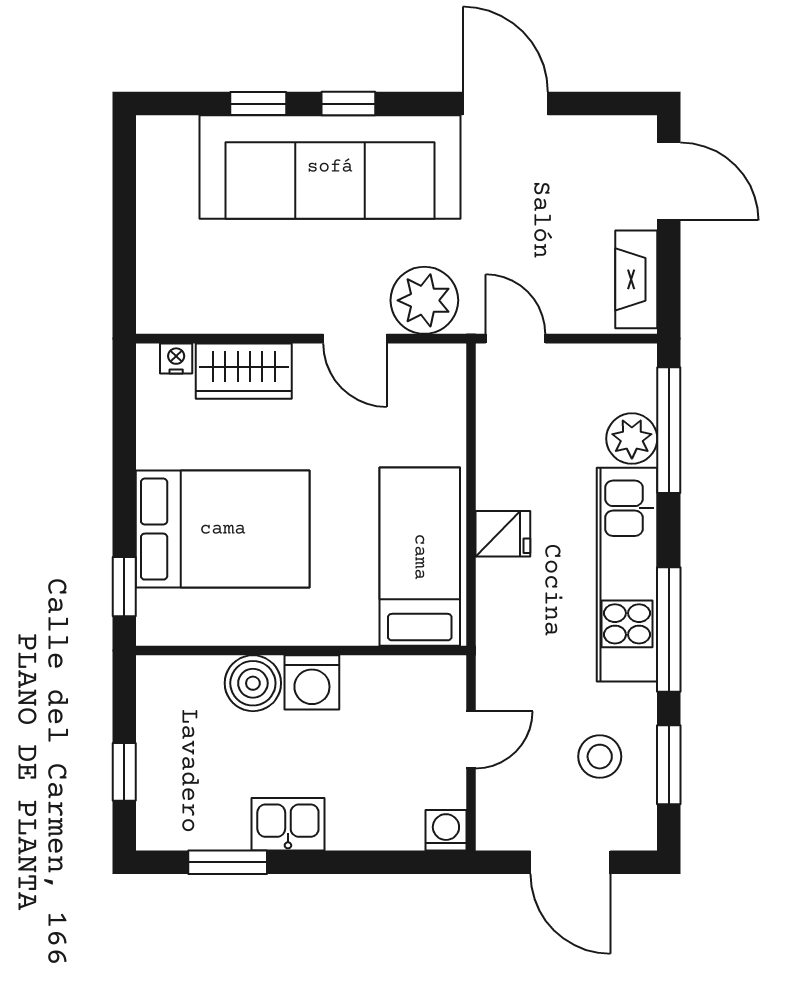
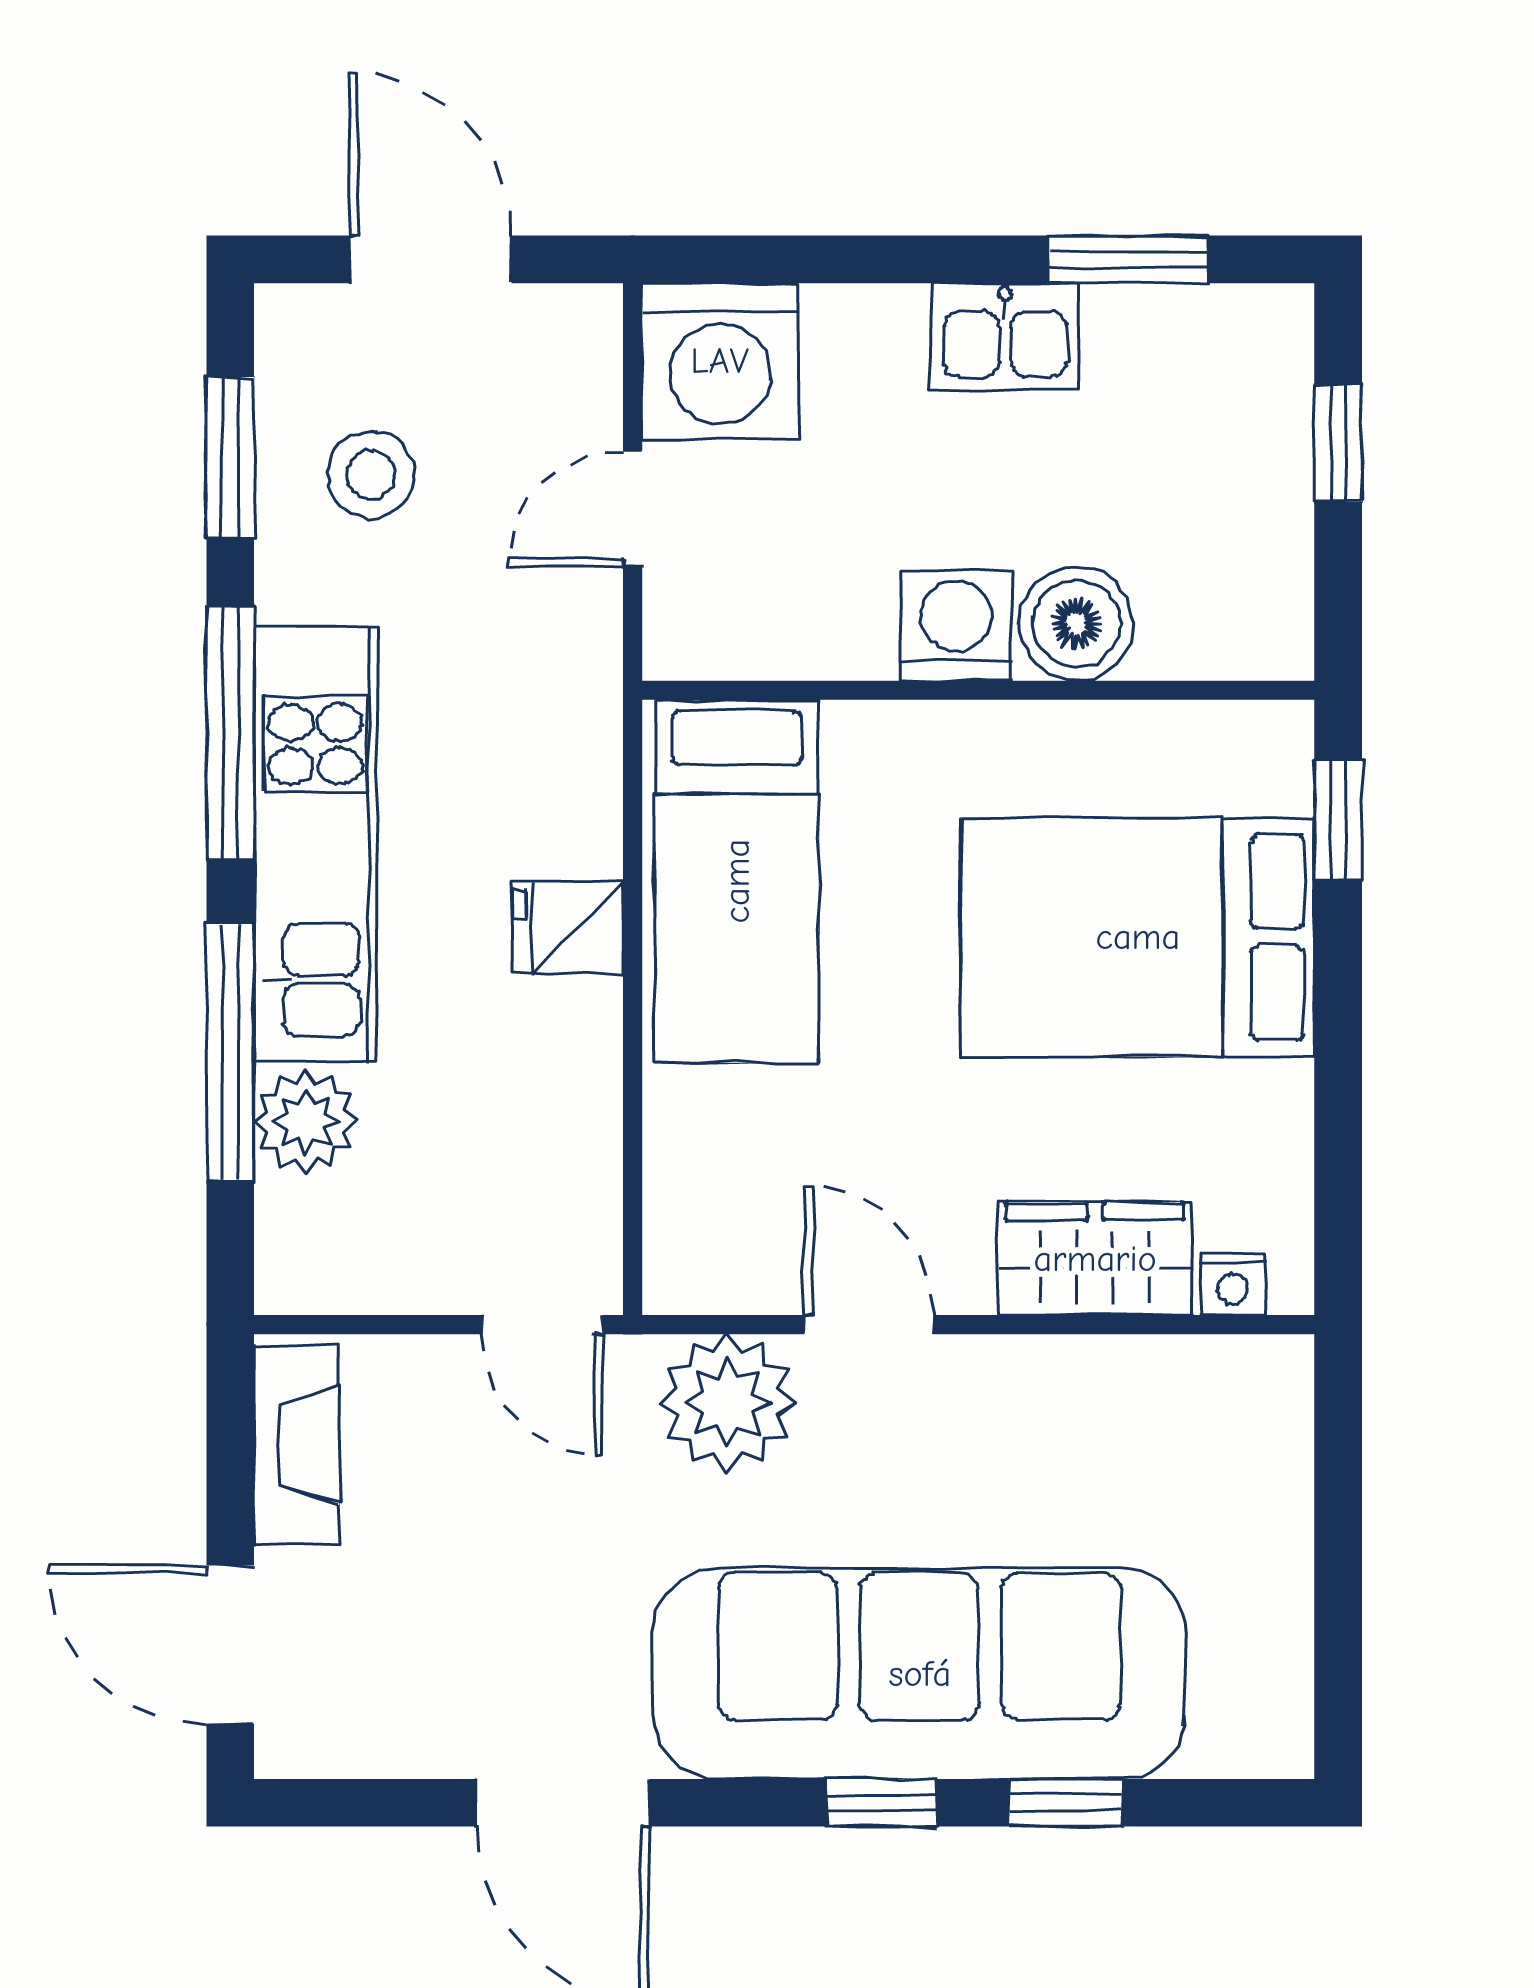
window: (669, 430) -> (230, 1052), moved
washing machine: (446, 830) -> (720, 361), width x1.89, depth x1.89

